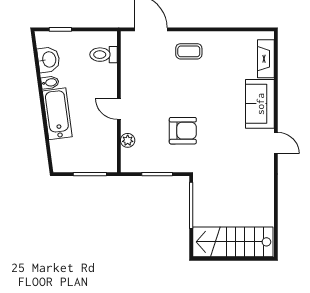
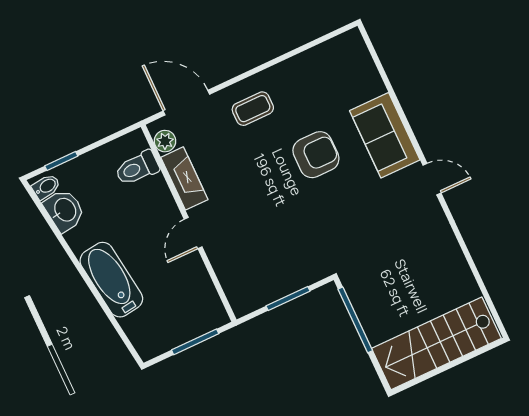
fireplace: (266, 59) -> (184, 178), moved, turned 180
bidet: (50, 83) -> (46, 187), moved
door: (119, 109) -> (193, 233), hinge flipped
armchair: (183, 131) -> (316, 155), moved
plant: (128, 140) -> (165, 141), moved

